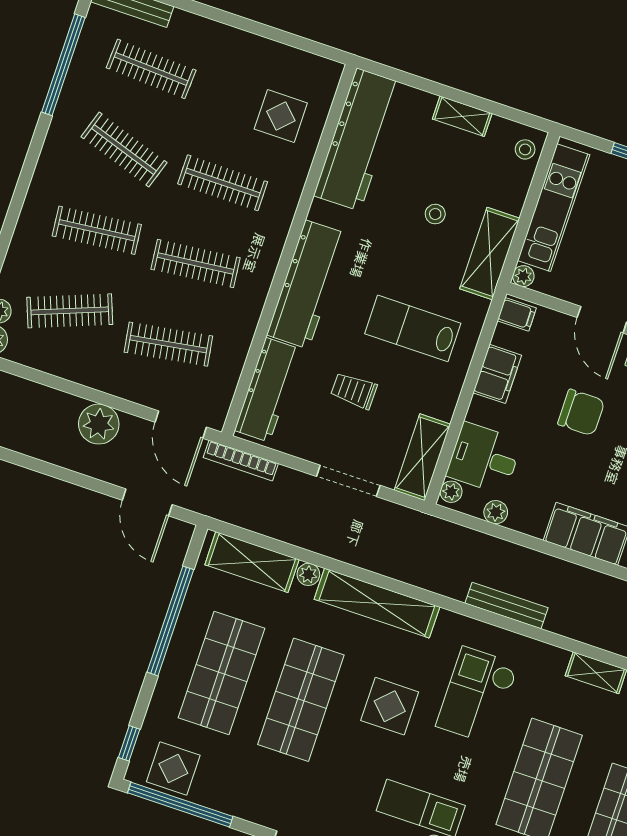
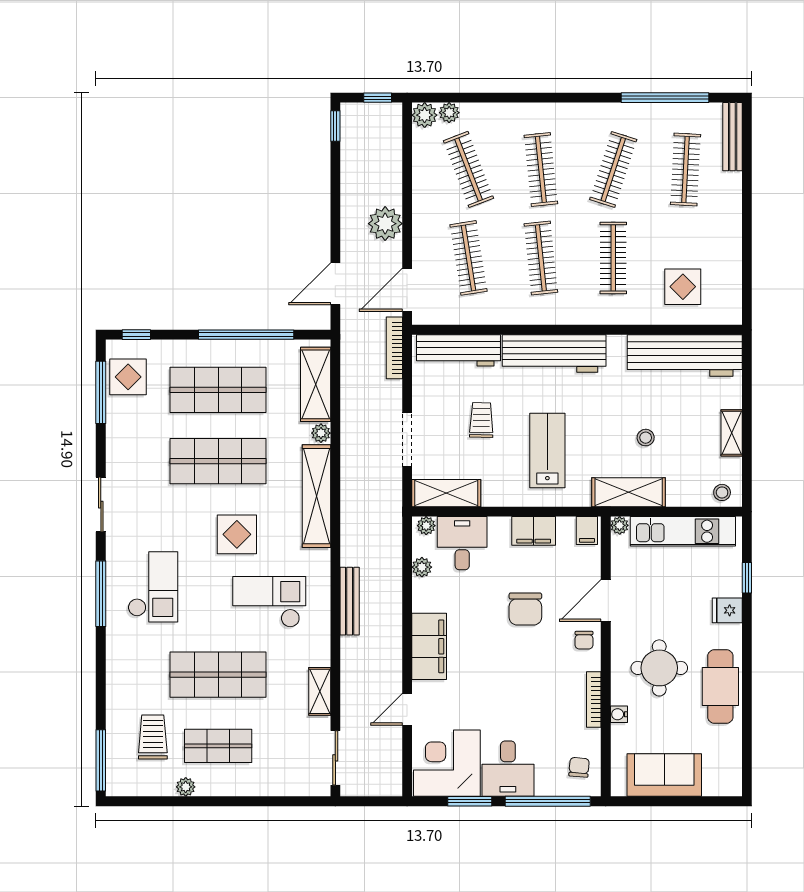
window: (180, 805) -> (101, 392), width x0.68

